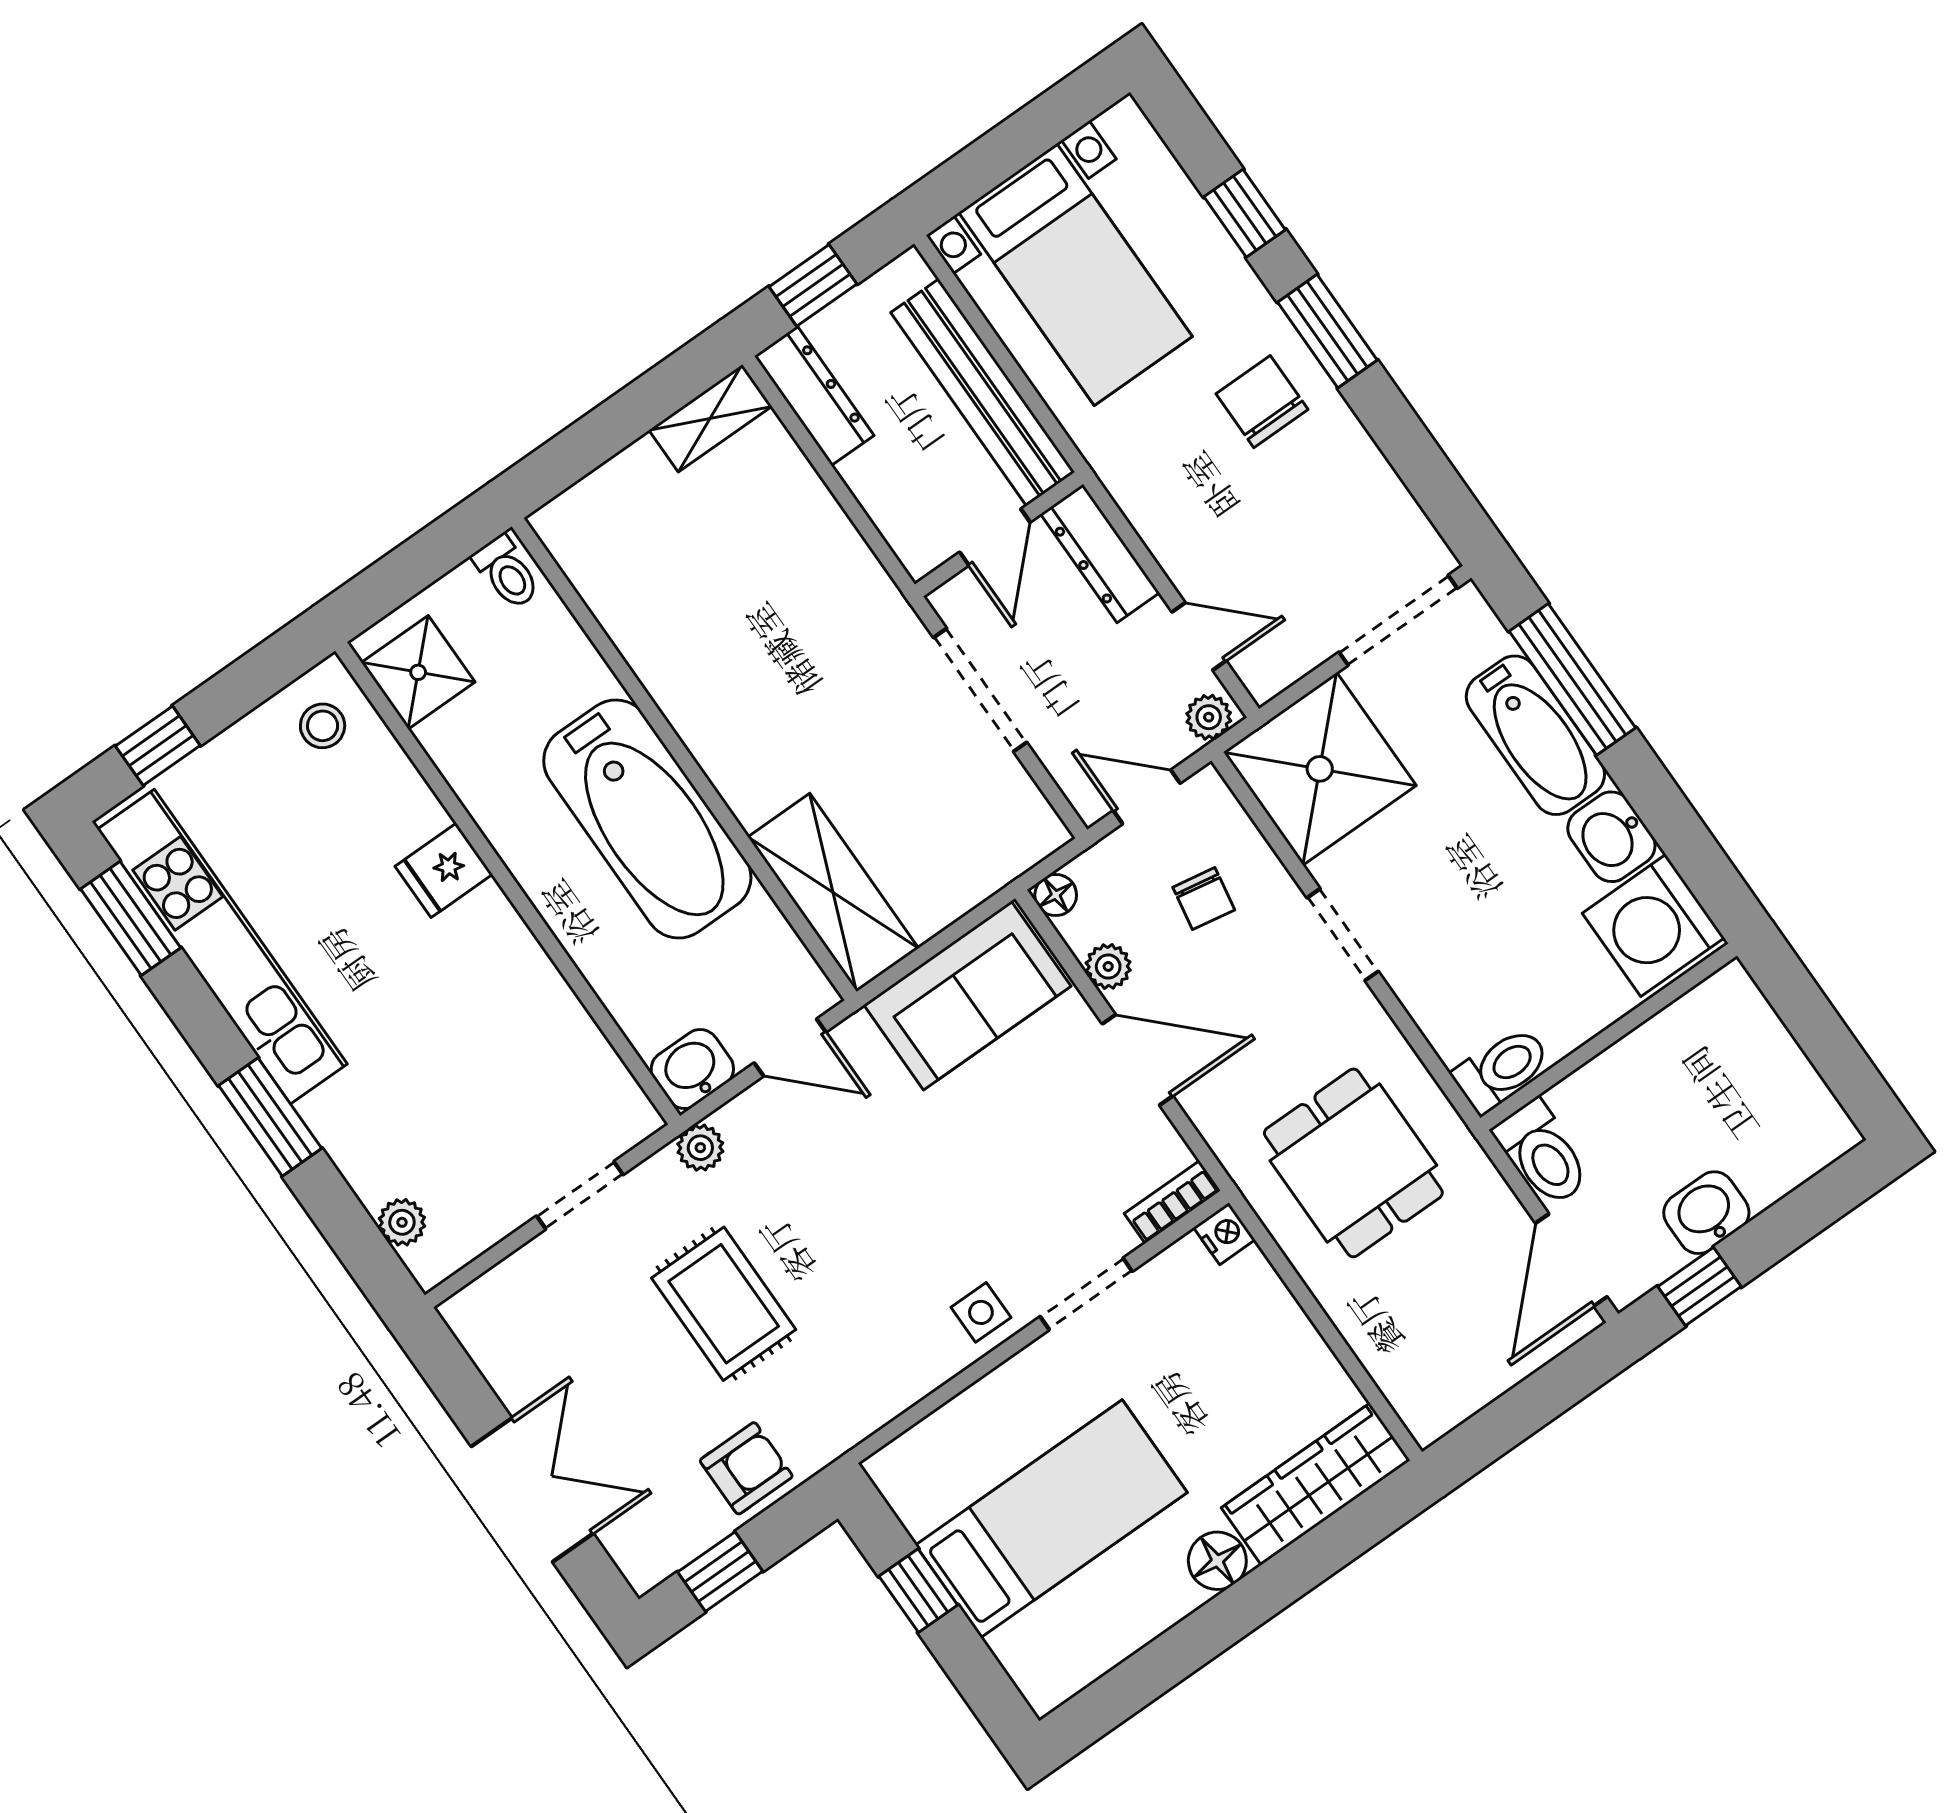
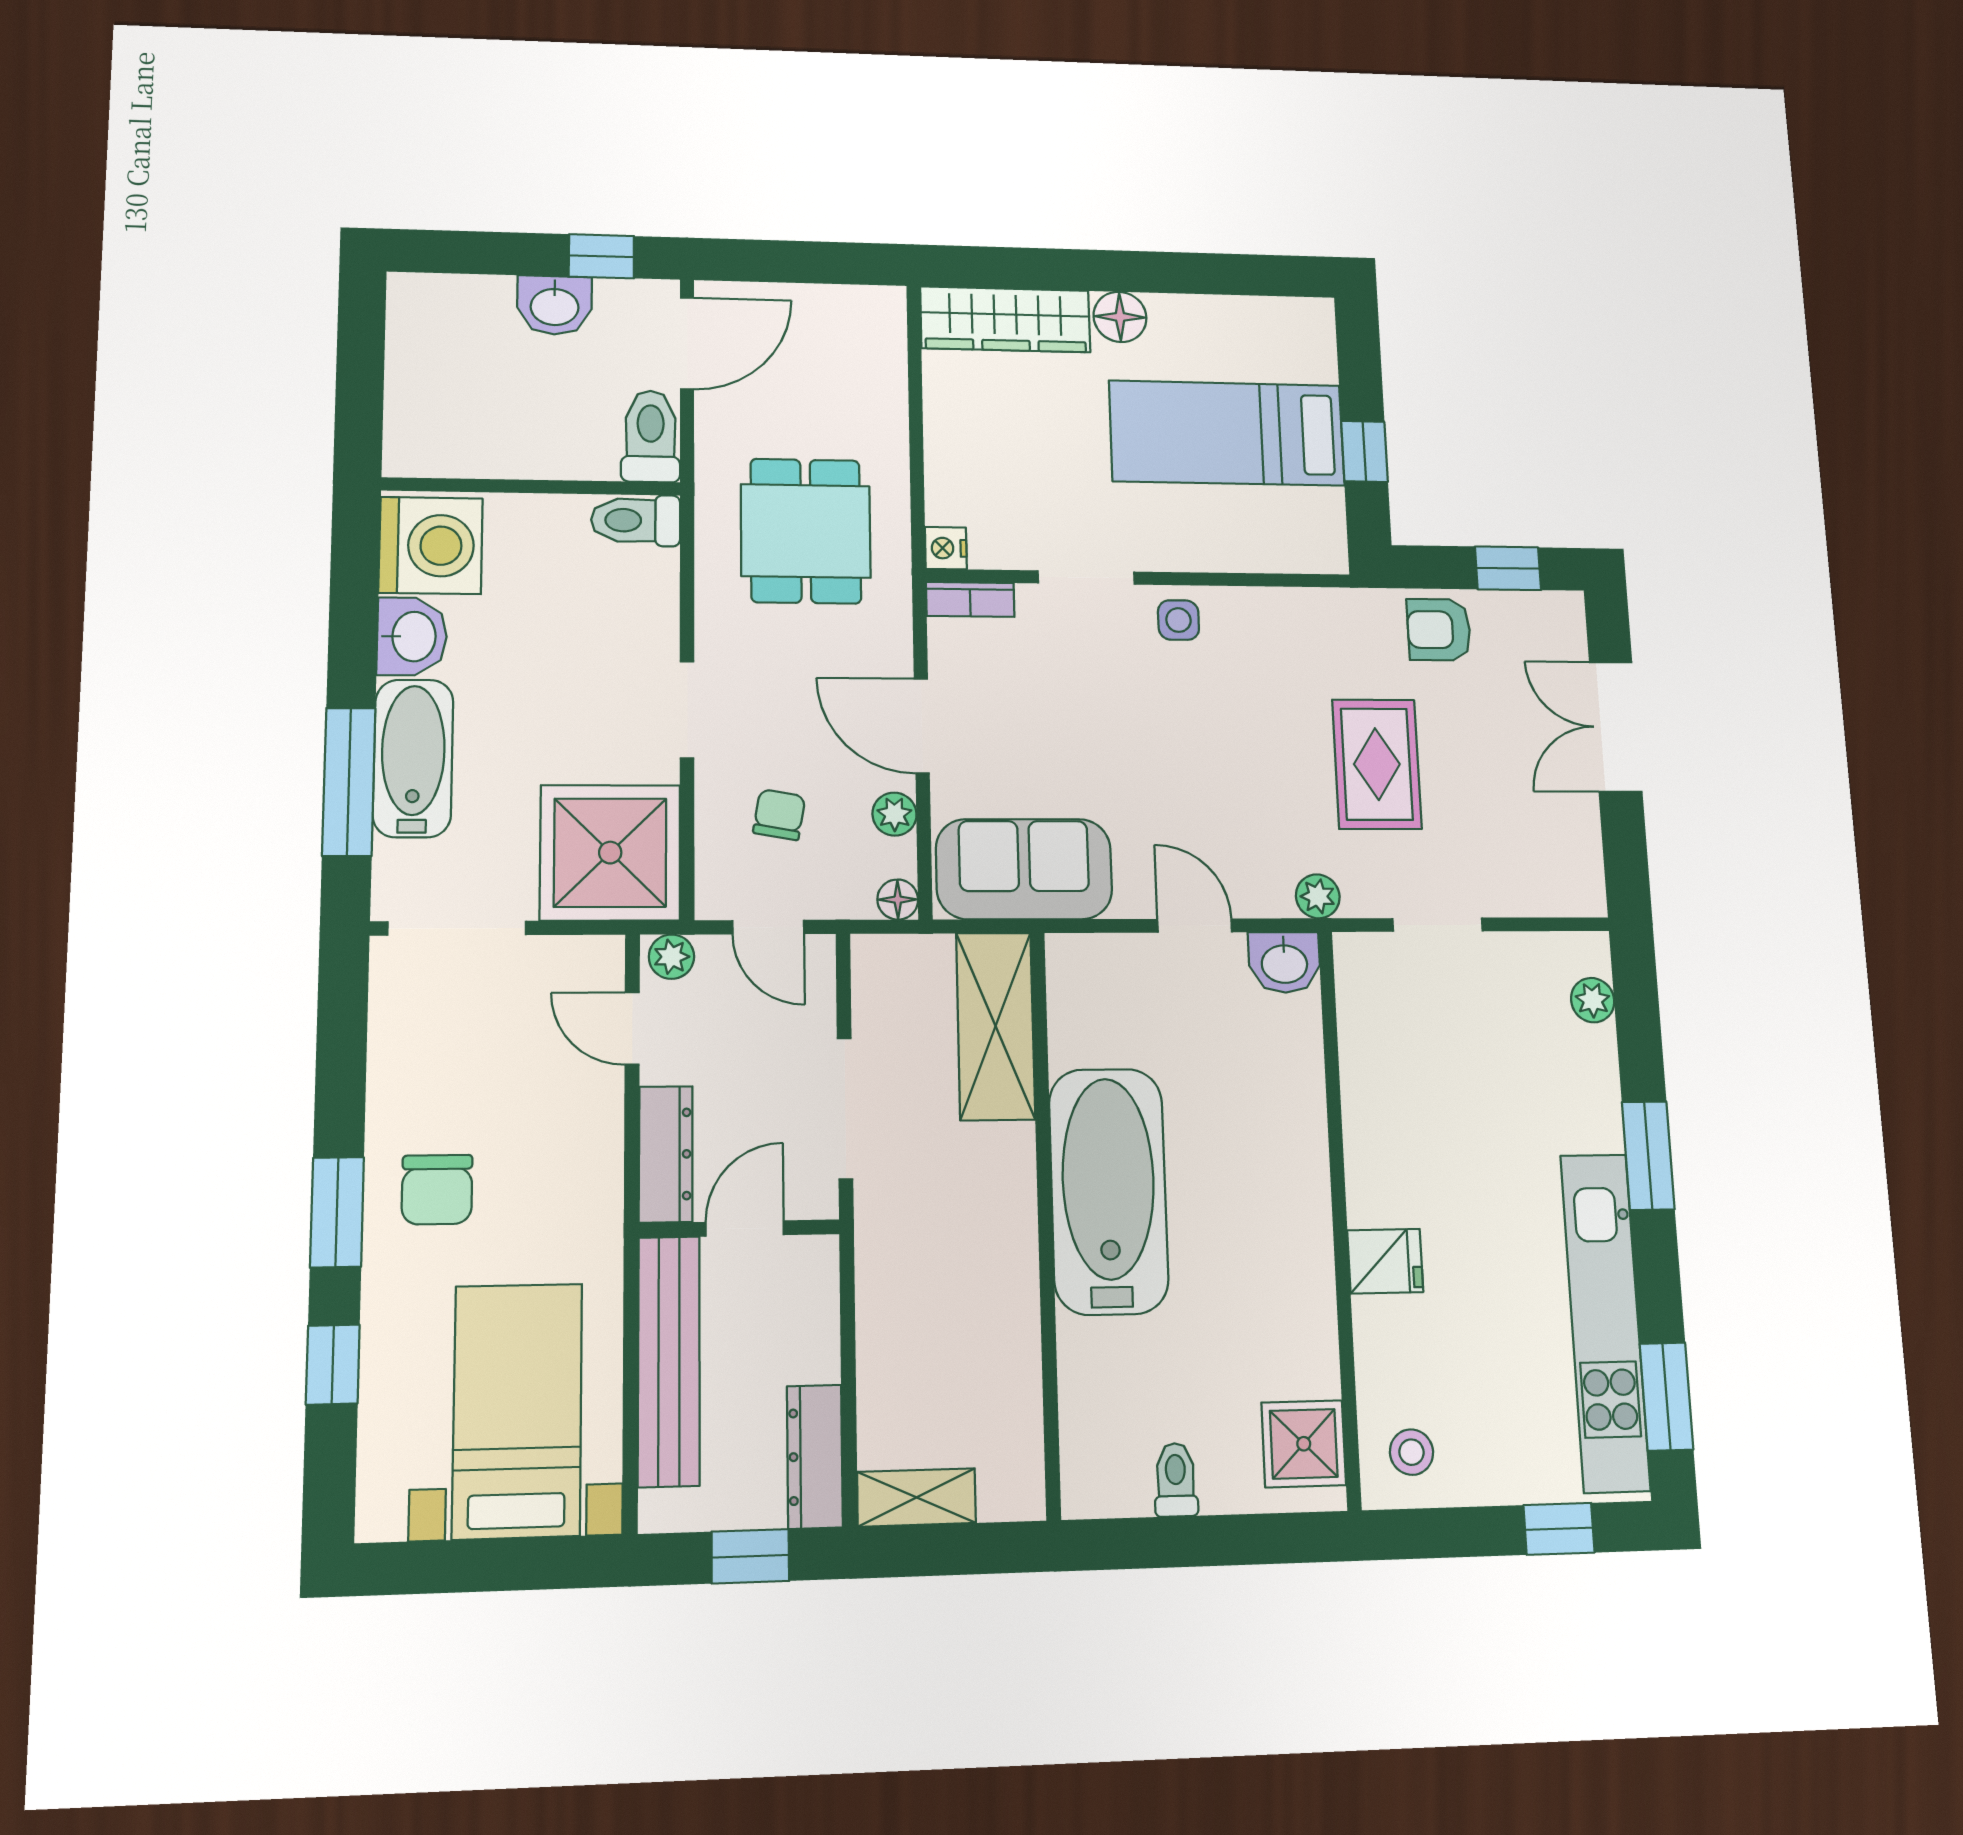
wall: (684, 759) -> (1045, 1220), moved
bathtub: (647, 819) -> (1109, 1191), moved
shelving: (833, 893) -> (996, 1026), moved

